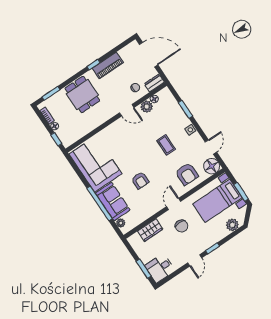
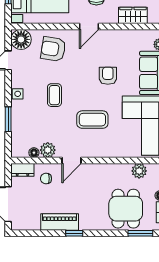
dining table: (82, 94) -> (126, 209), moved
door: (127, 110) -> (71, 161), swing flipped
plant: (79, 133) -> (139, 171), added
coffee table: (131, 146) -> (92, 120), added
armchair: (187, 174) -> (53, 49), turned -81

